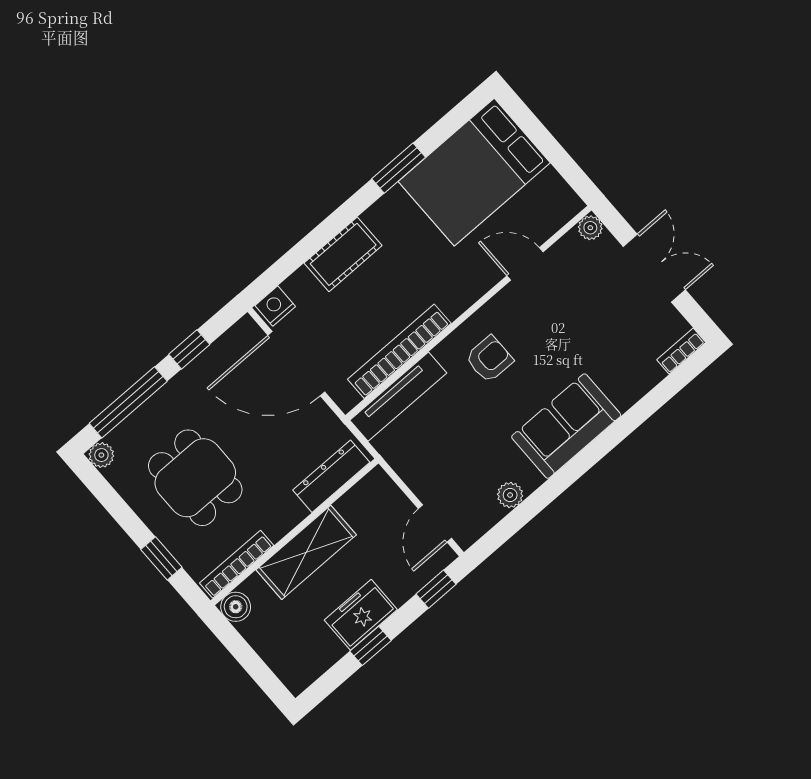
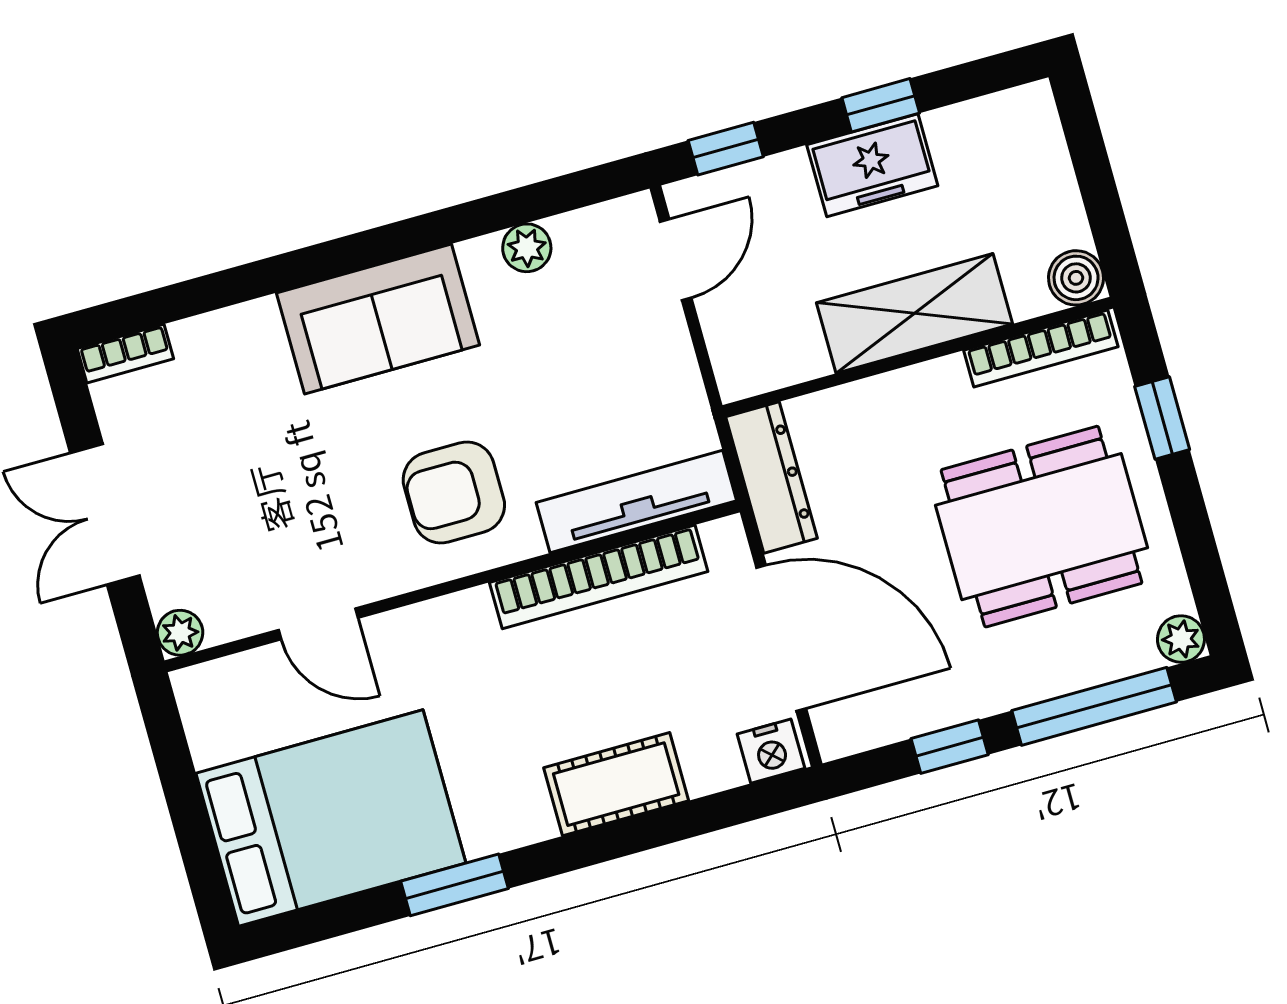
armchair: (489, 359) -> (454, 493), width x1.38, depth x1.38
dresser: (331, 476) -> (771, 477), moved, turned -90
dining table: (195, 478) -> (1042, 527), width x1.38

